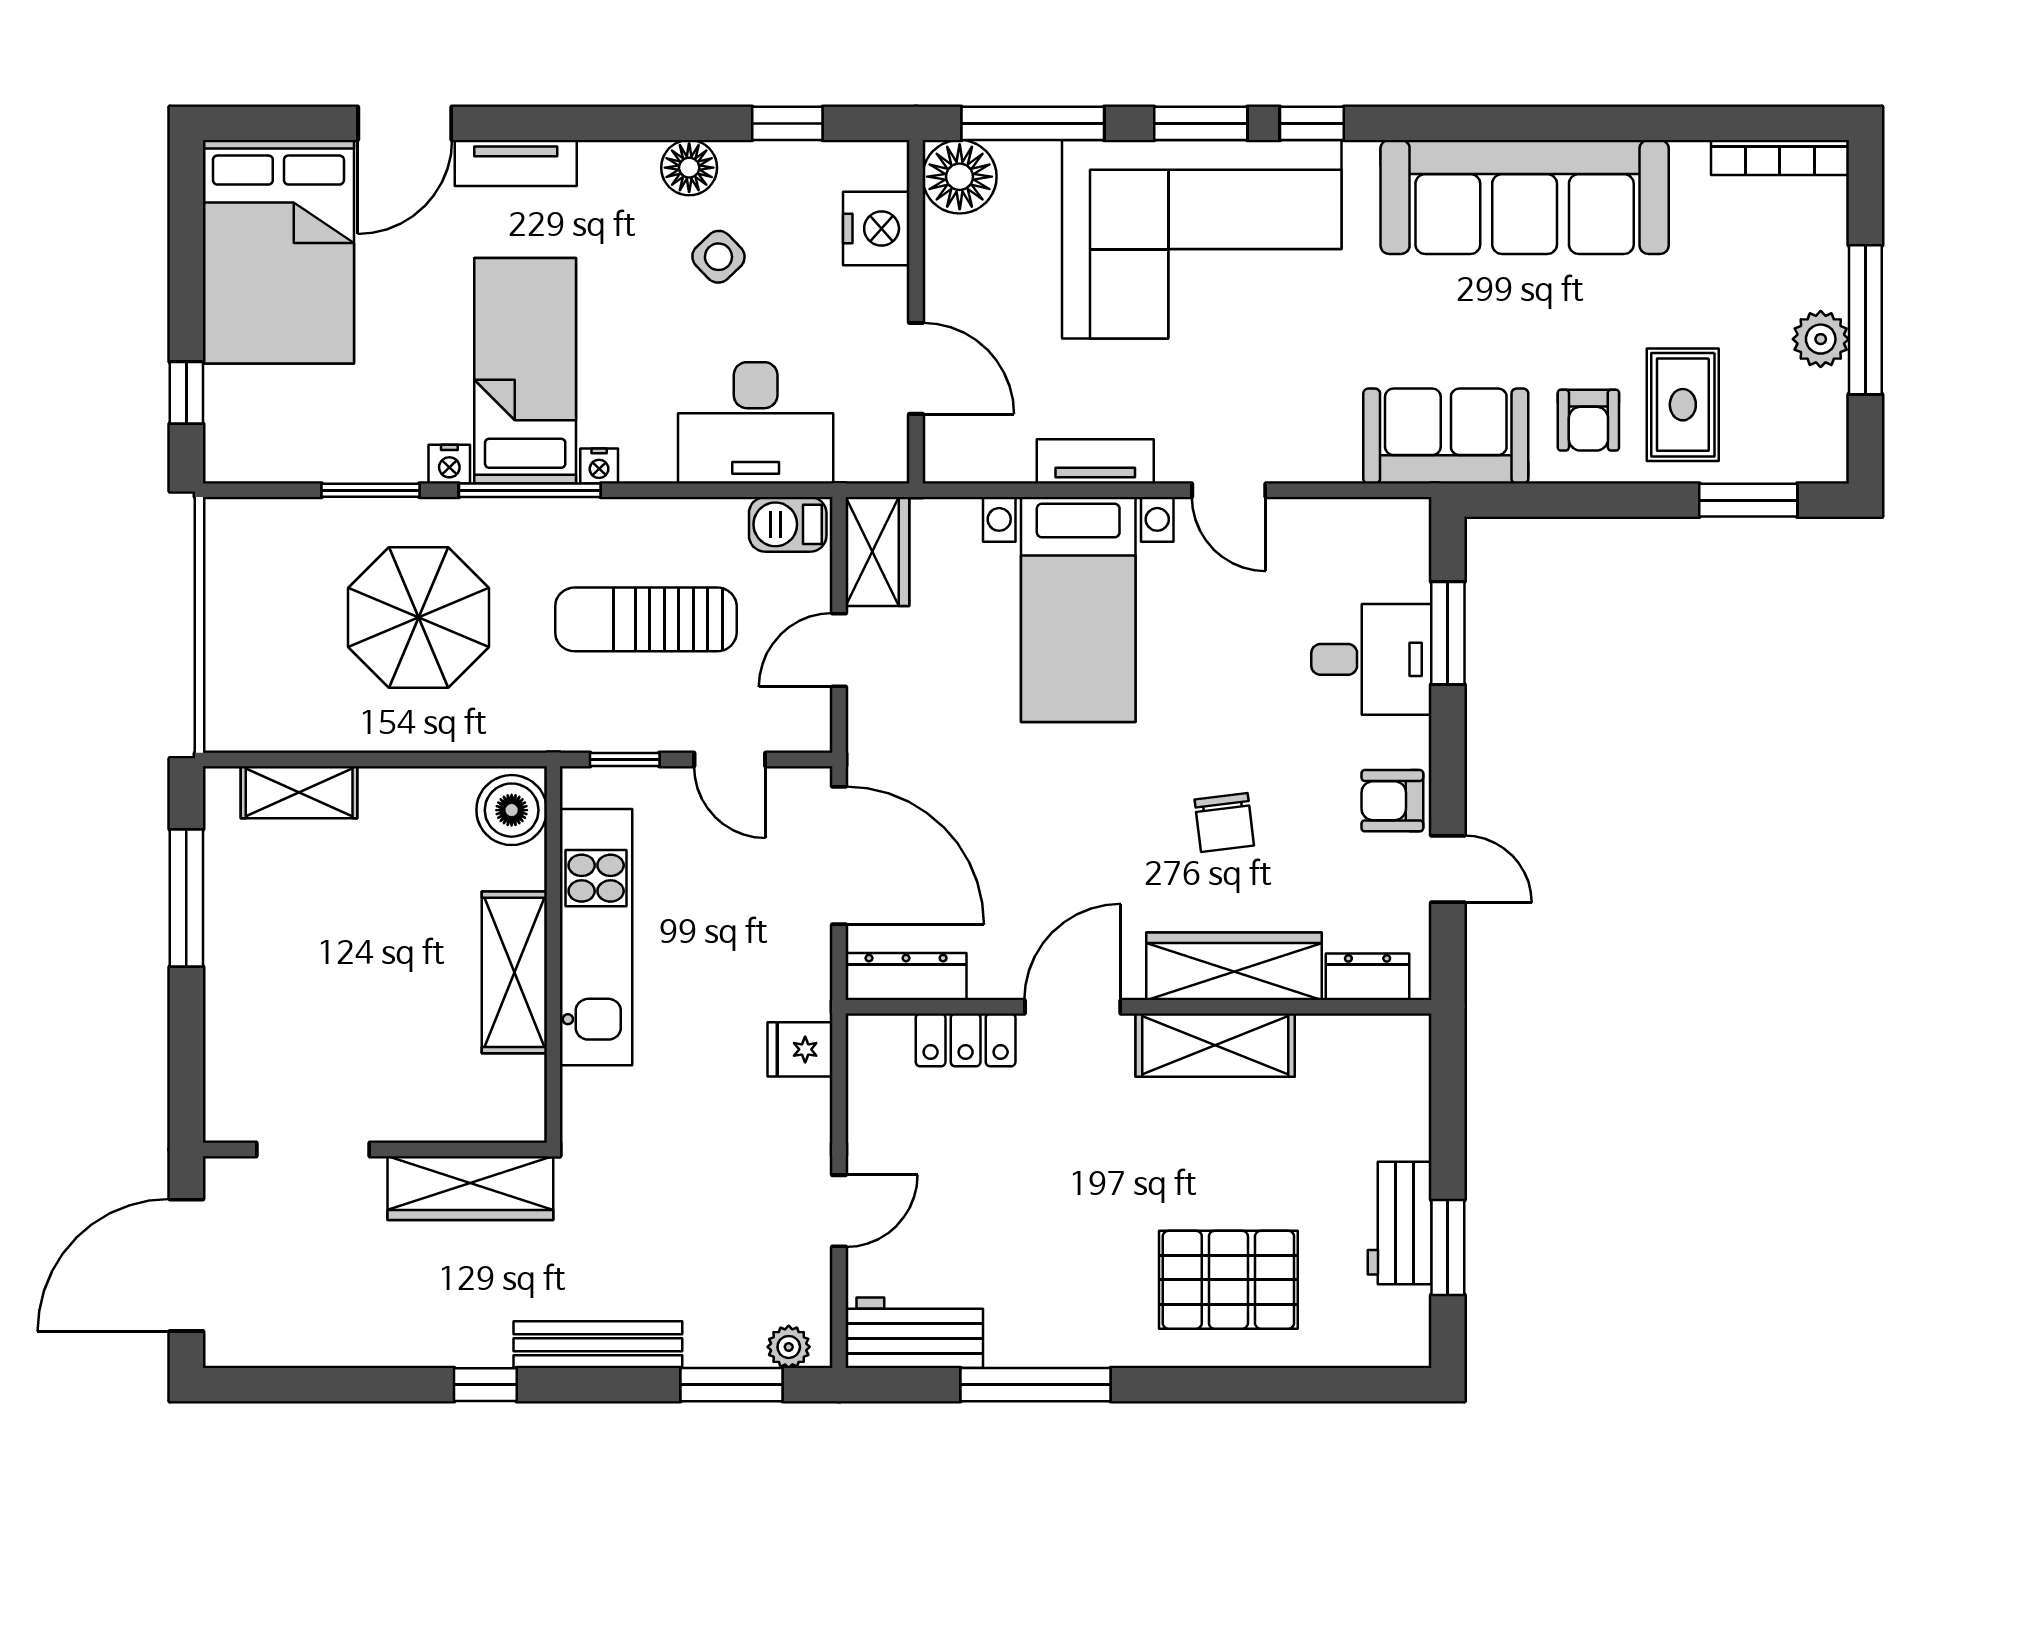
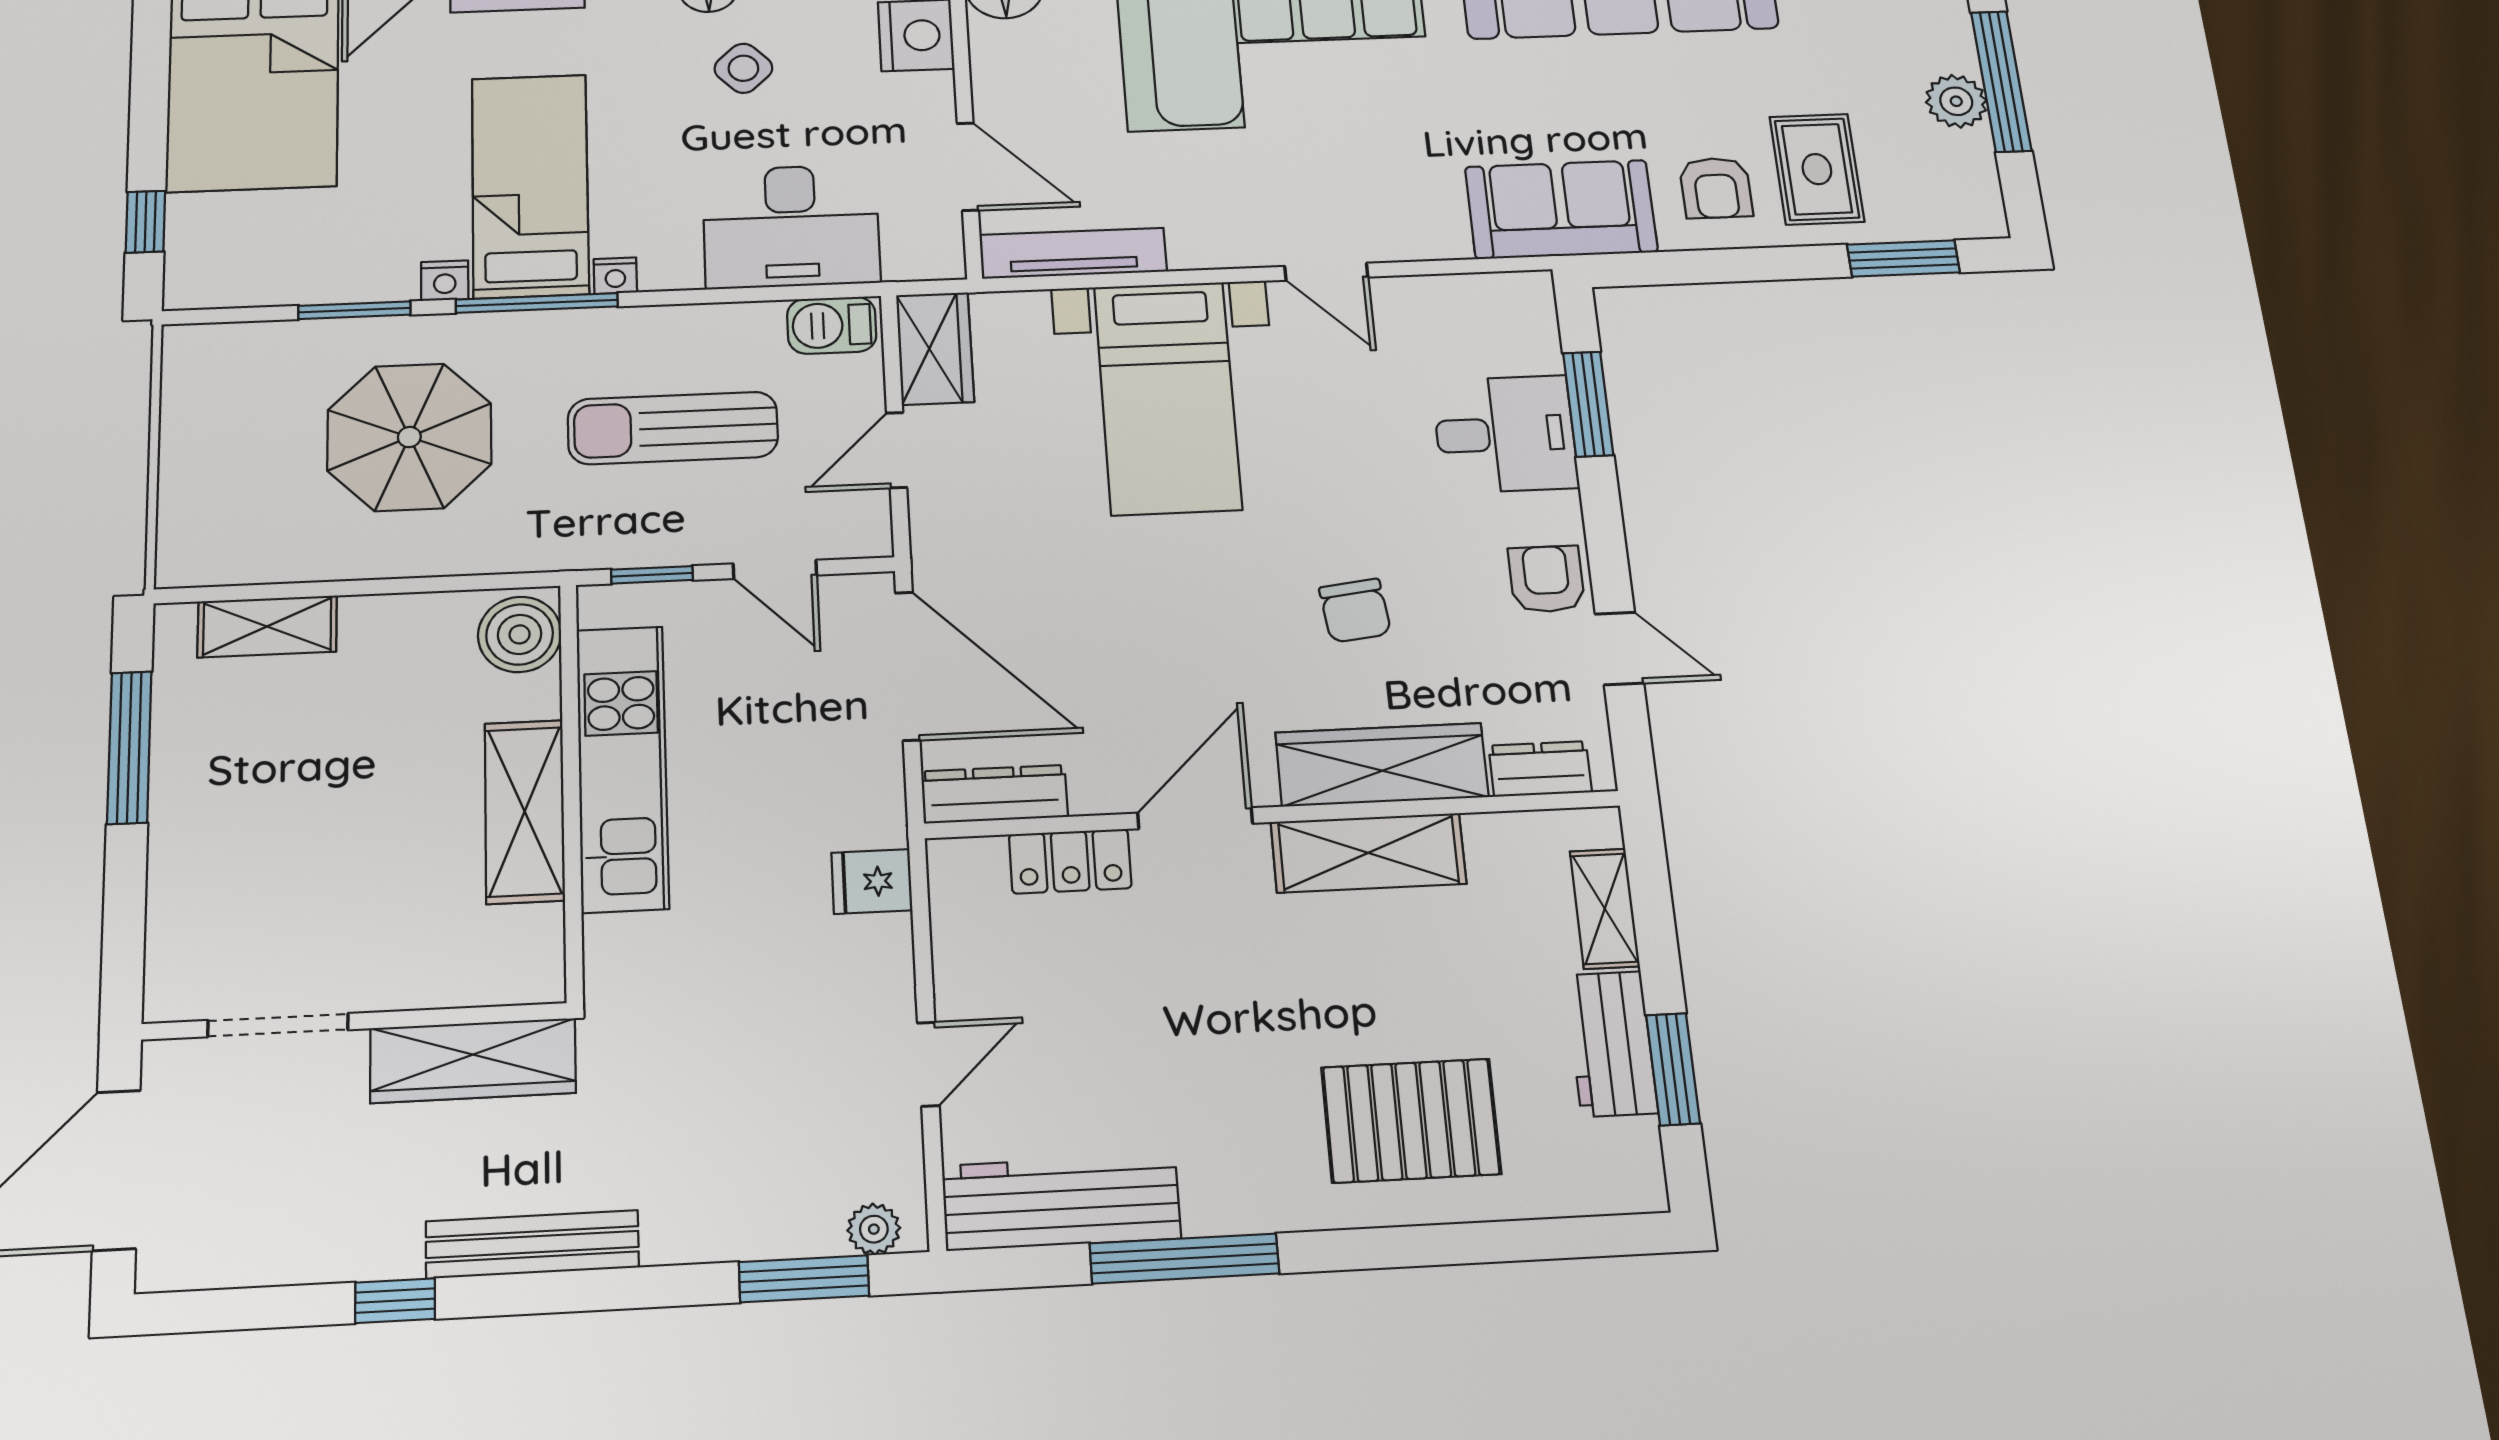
tv unit: (1095, 461) -> (1073, 253), moved, width x1.41
armchair: (1392, 801) -> (1546, 579), turned 90
shelving: (1408, 1105) -> (1605, 909), added
workbench: (914, 1333) -> (1061, 1202), width x1.38
bench: (598, 1345) -> (532, 1244), moved
window: (485, 1385) -> (395, 1301), moved

